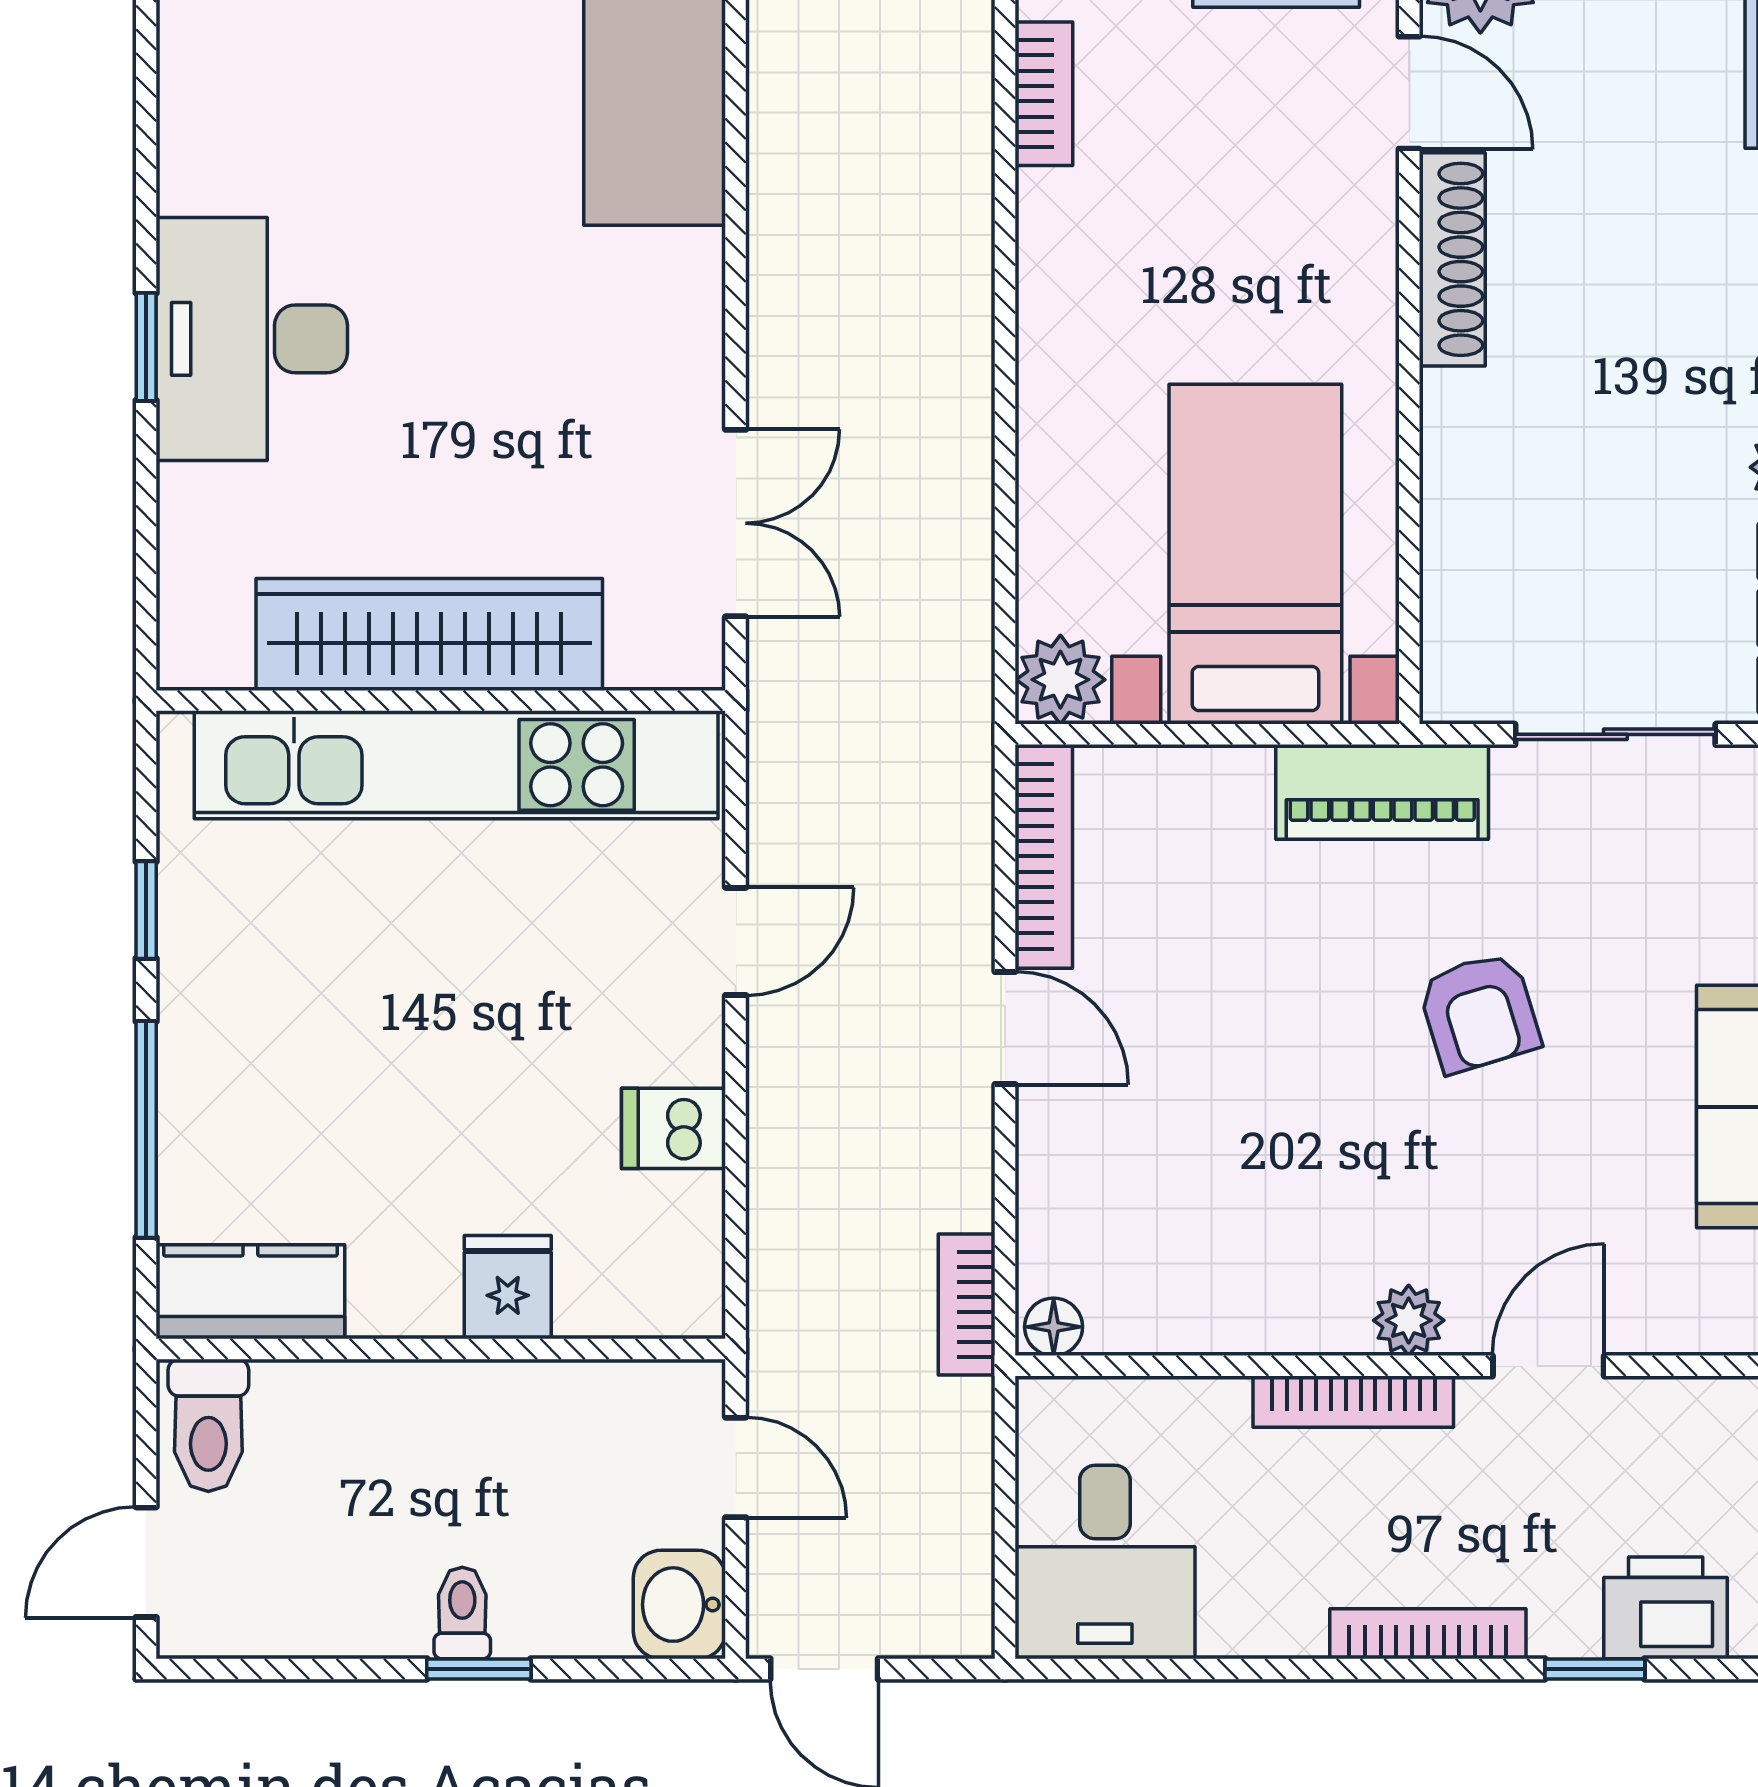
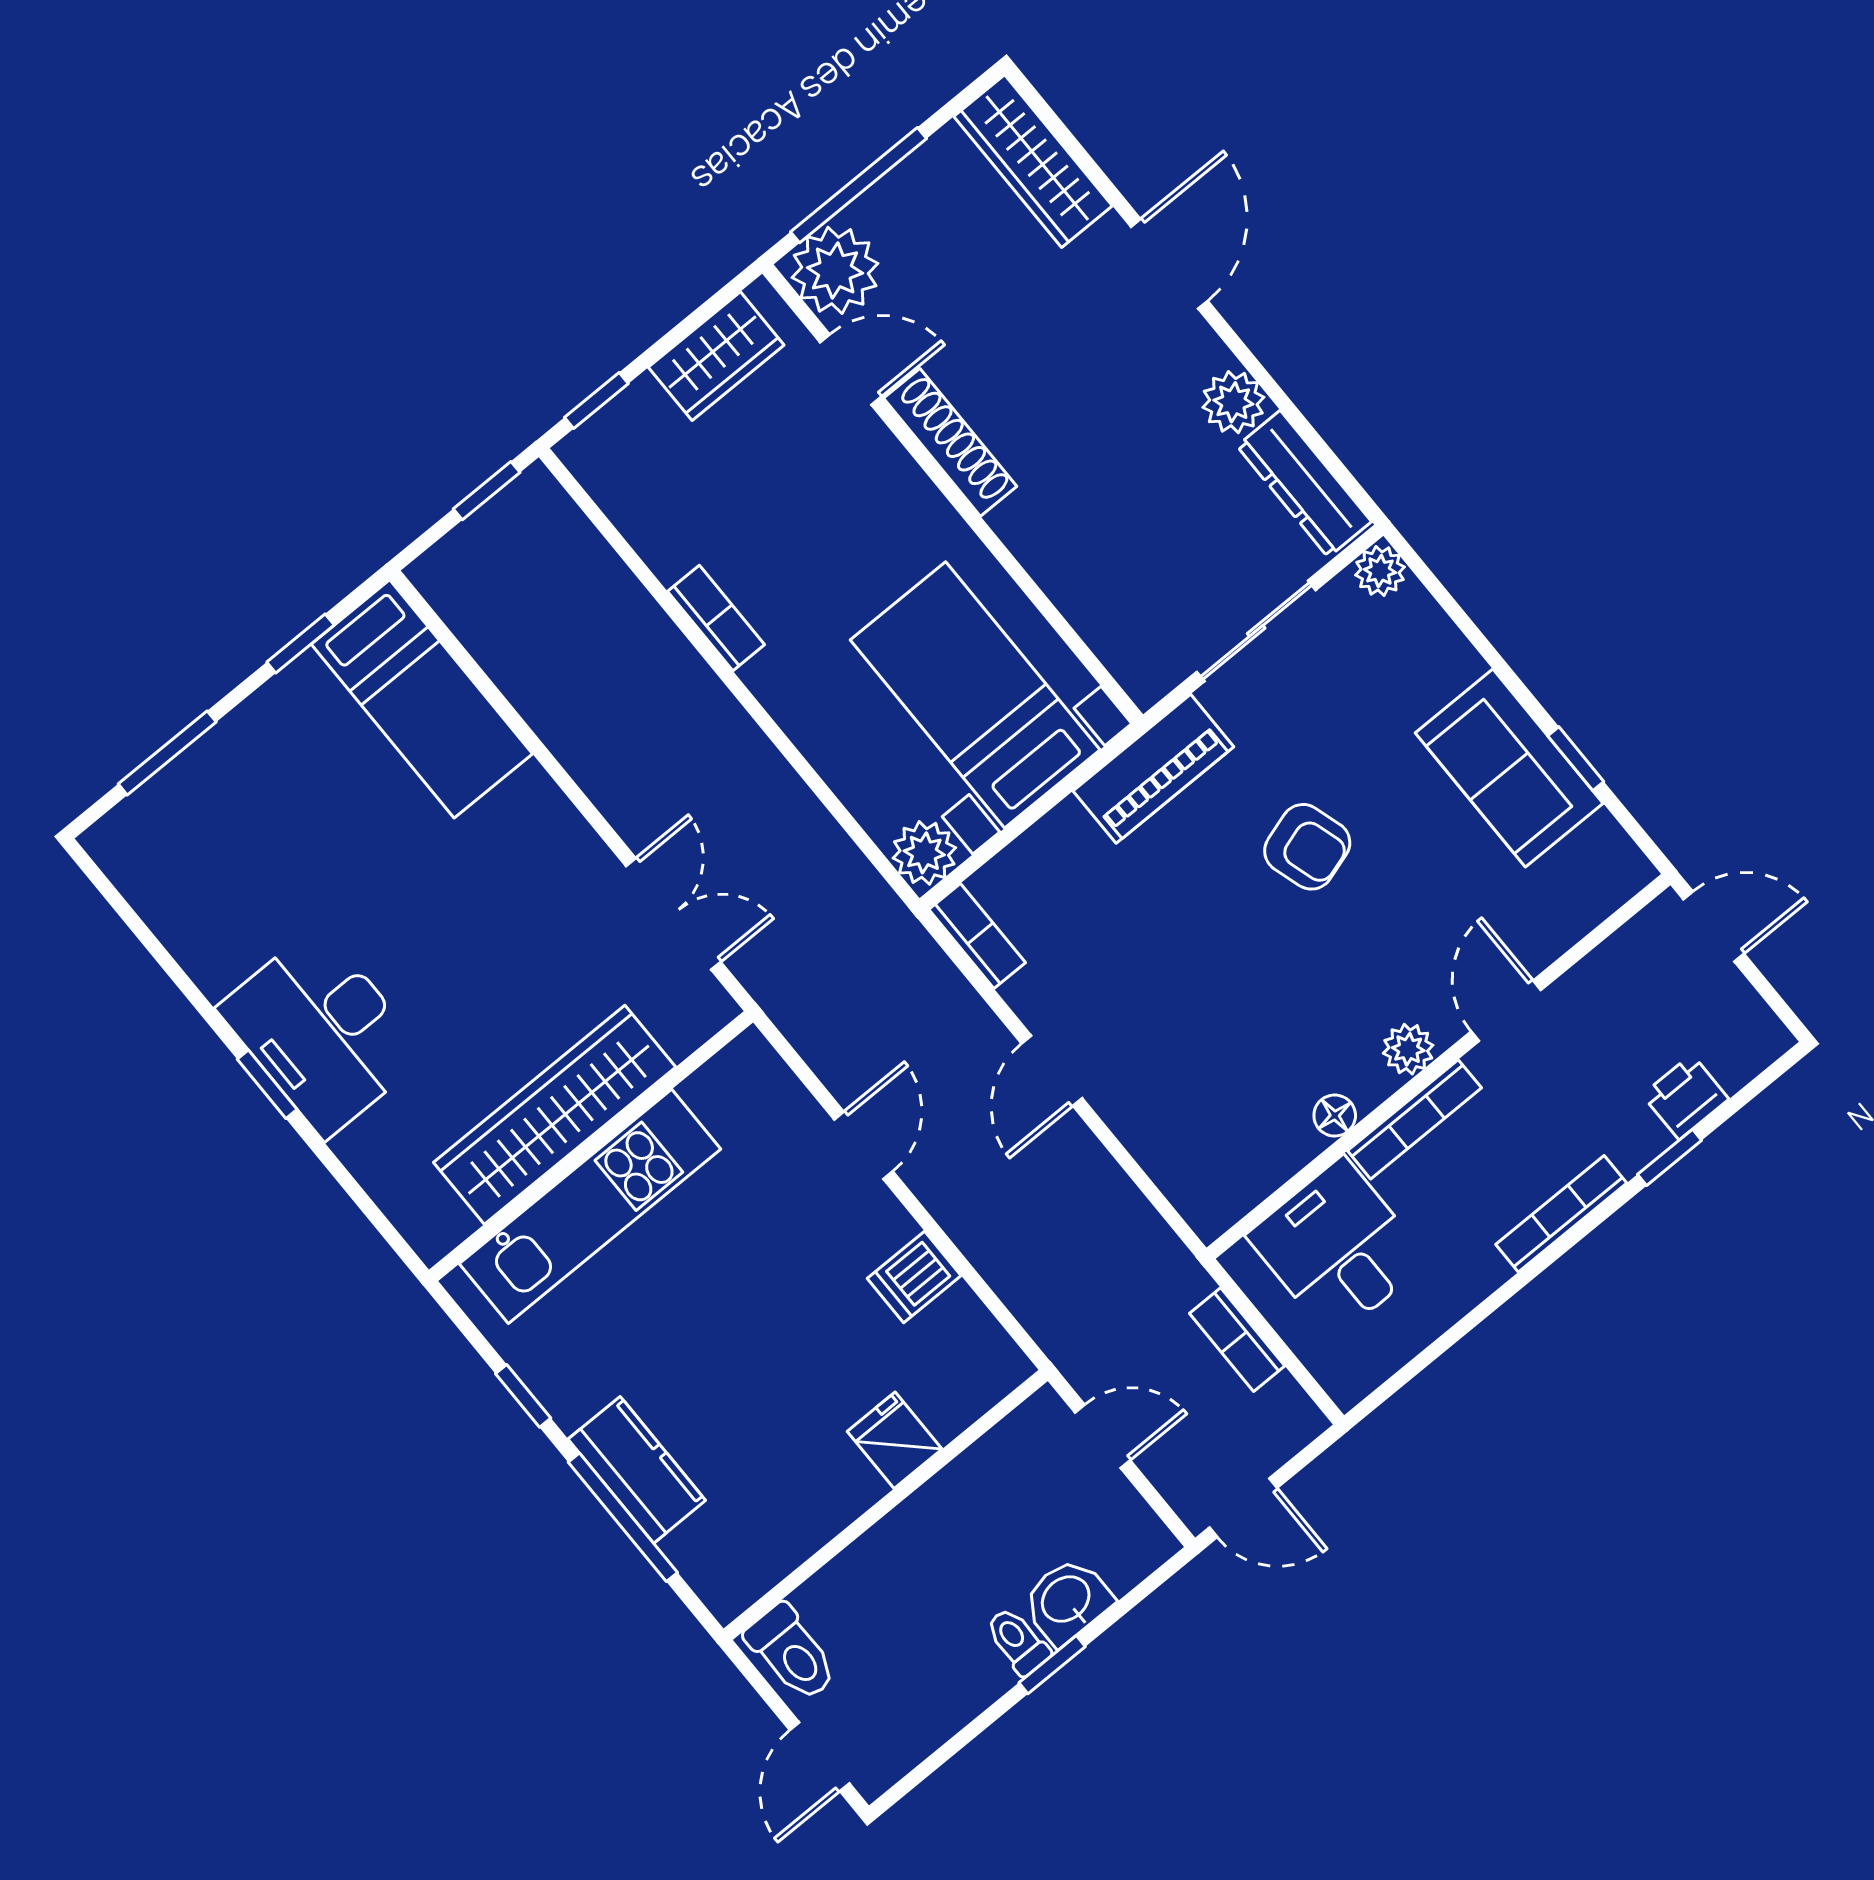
bookcase: (1044, 94) -> (716, 618), moved
kitchen unit: (456, 765) -> (590, 1206), width x0.73
bookcase: (1044, 856) -> (977, 936), width x0.64
door: (1005, 1028) -> (1052, 1071), swing flipped
kitchen counter: (250, 1292) -> (637, 1470), moved, turned 90
bookcase: (967, 1305) -> (1237, 1340), moved
floor lamp: (1054, 1327) -> (1335, 1116), moved
desk: (1105, 1562) -> (1338, 1248), moved, turned 180
washbasin: (679, 1605) -> (1067, 1601), moved, turned 90
printer: (1666, 1608) -> (1685, 1097), width x0.73, depth x0.81

